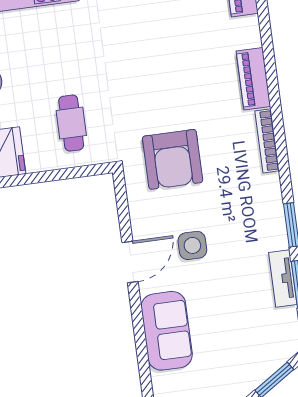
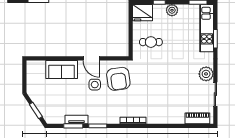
piano: (253, 79) -> (159, 118), removed
armchair: (173, 159) -> (118, 79), moved, turned -98

